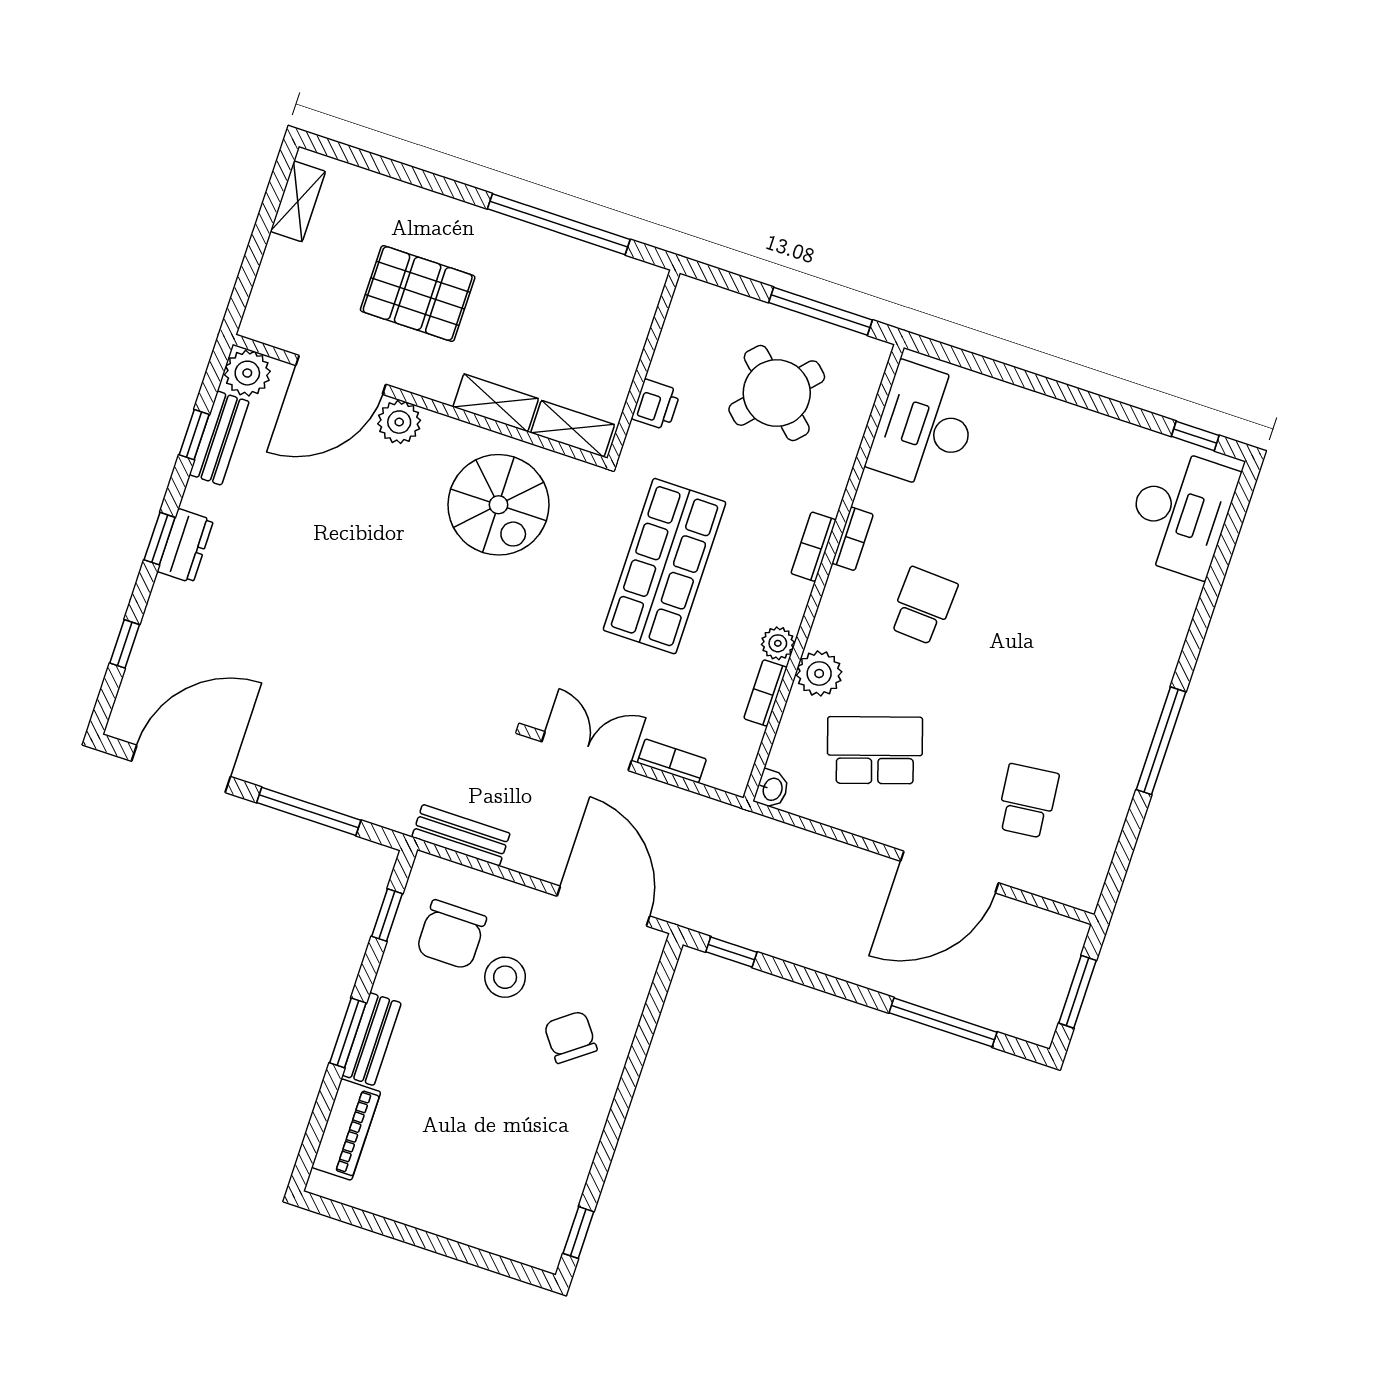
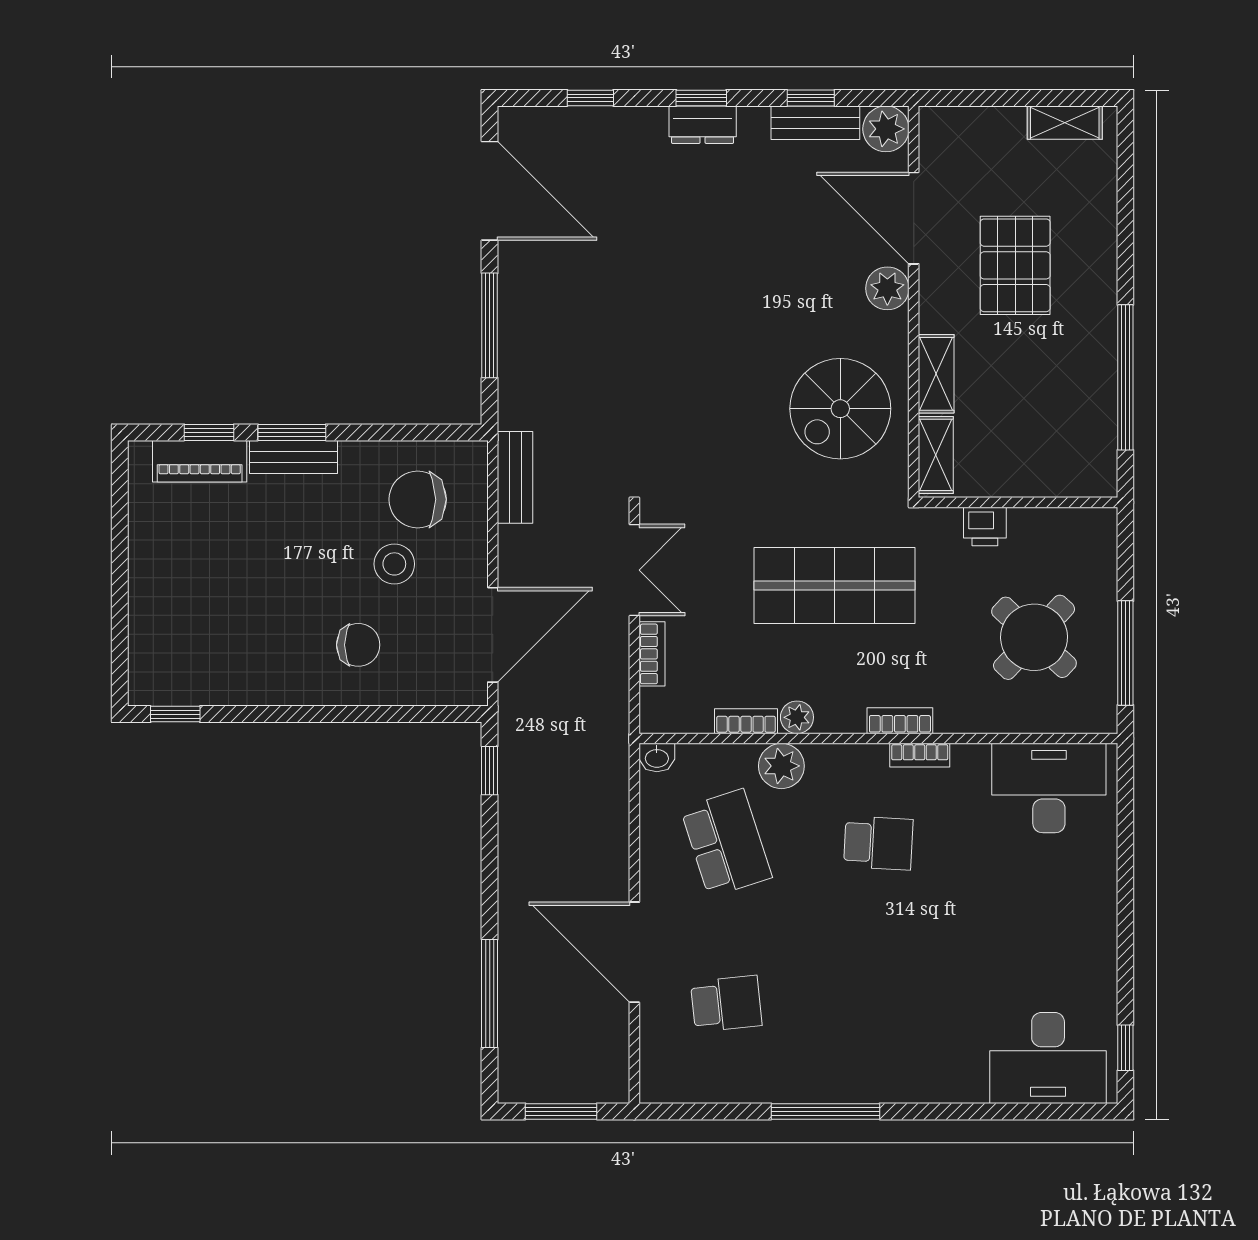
window: (387, 915) -> (209, 432), moved
chair: (570, 1037) -> (358, 645), turned 37

